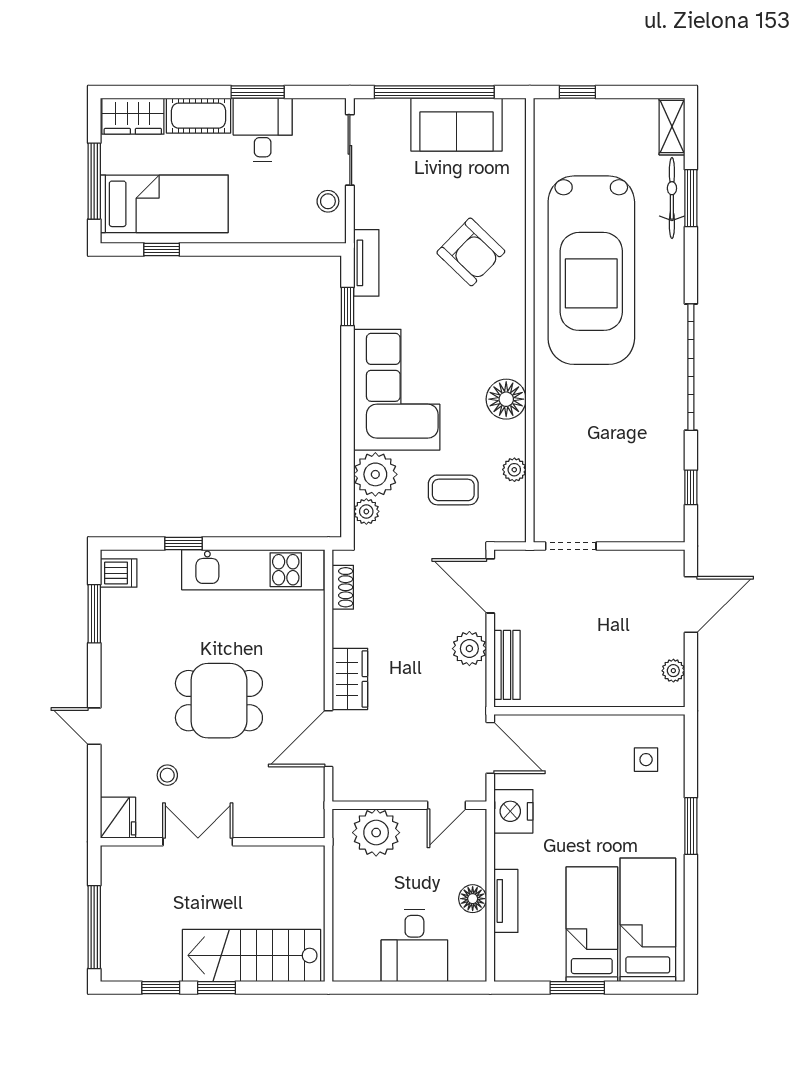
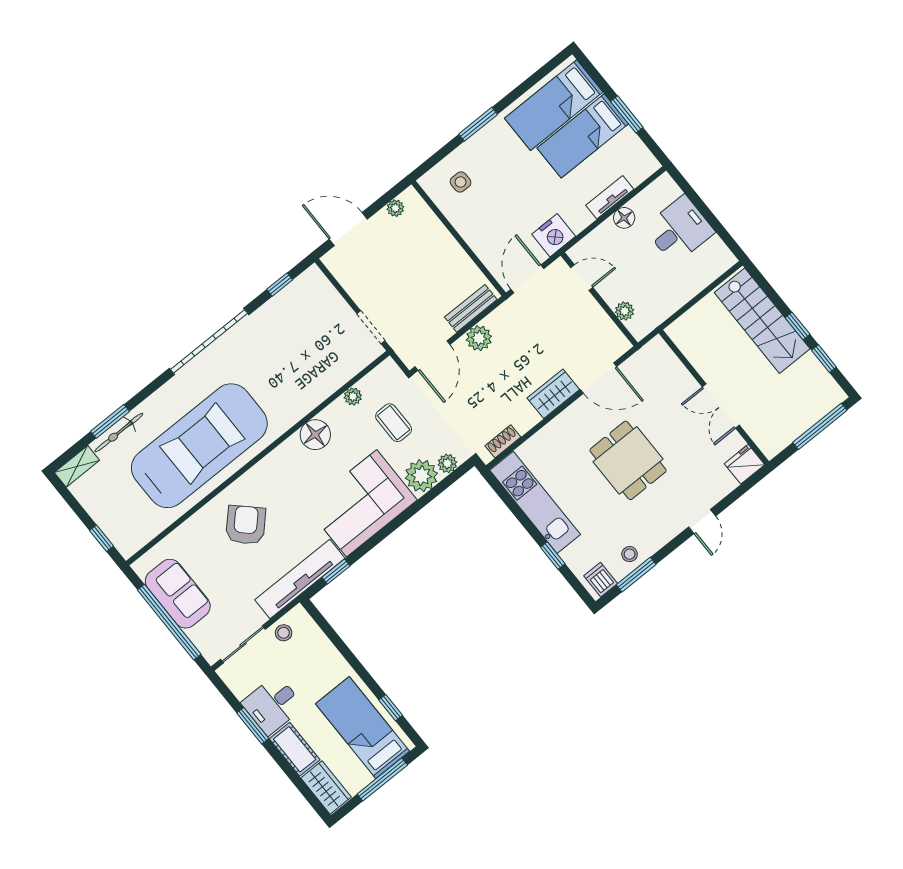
tv unit: (366, 263) -> (300, 579), width x1.92, depth x1.29
stool: (167, 775) -> (630, 554), moved
plant: (376, 833) -> (625, 311), width x0.53, depth x0.53

